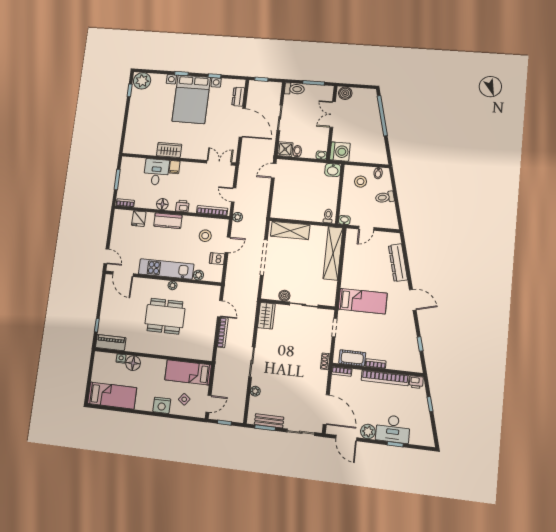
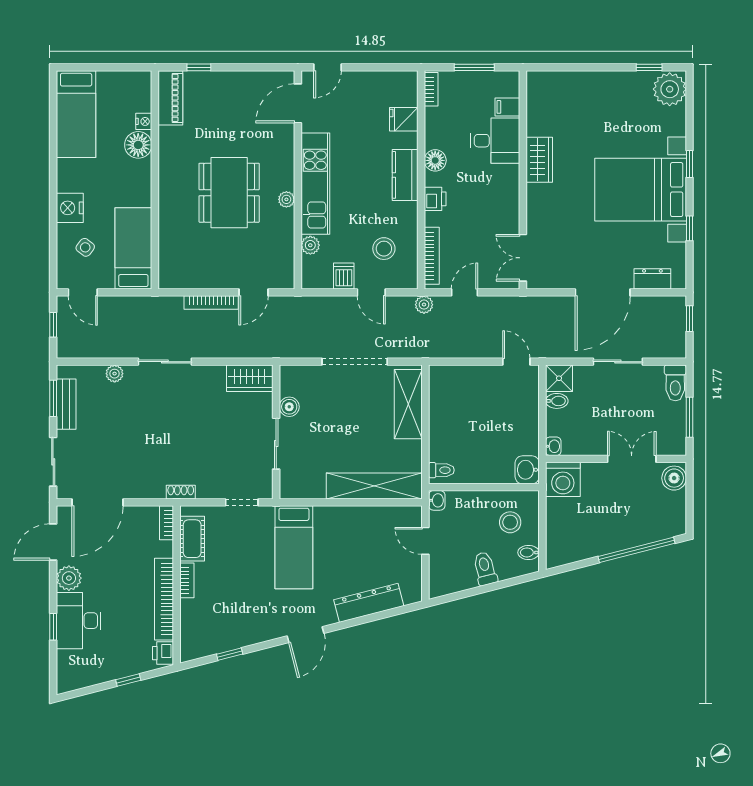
double door: (219, 163) -> (523, 258), swing flipped
filing cabinet: (175, 167) -> (507, 107), moved

